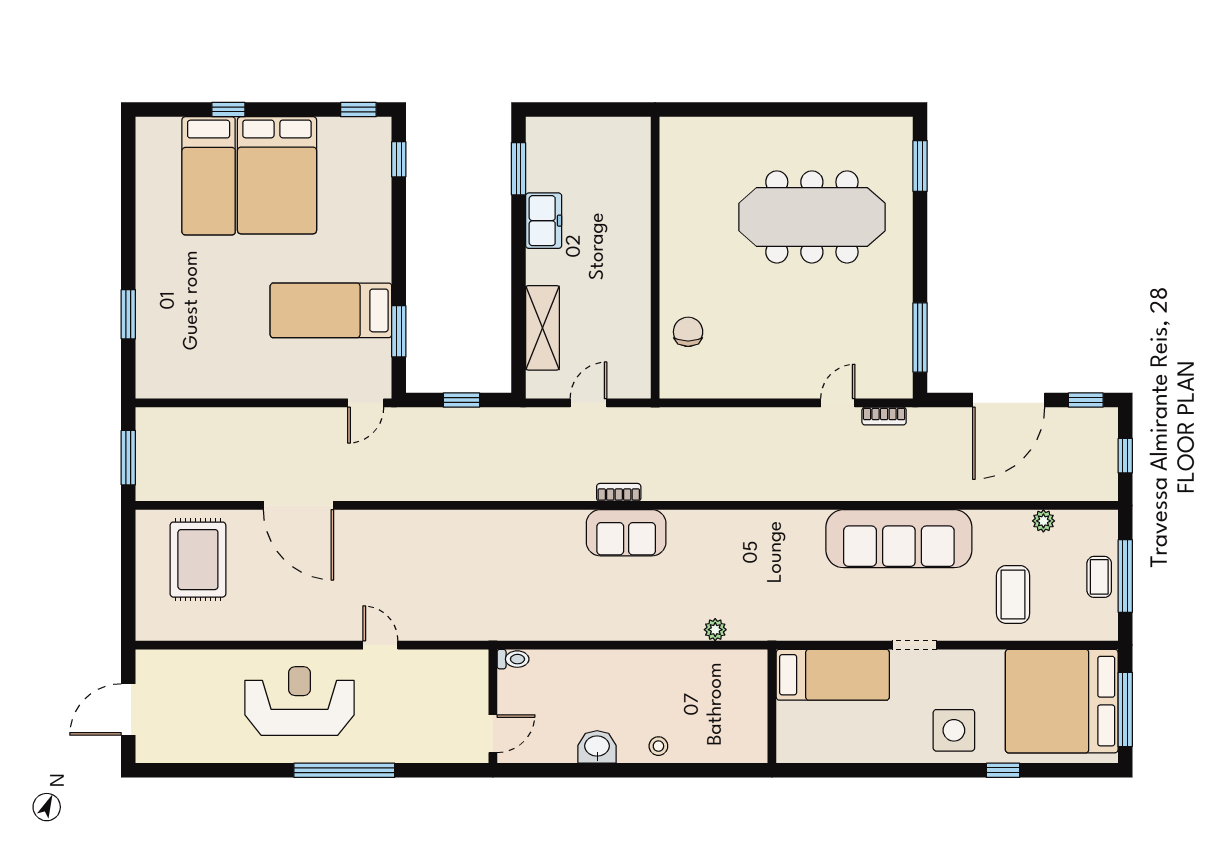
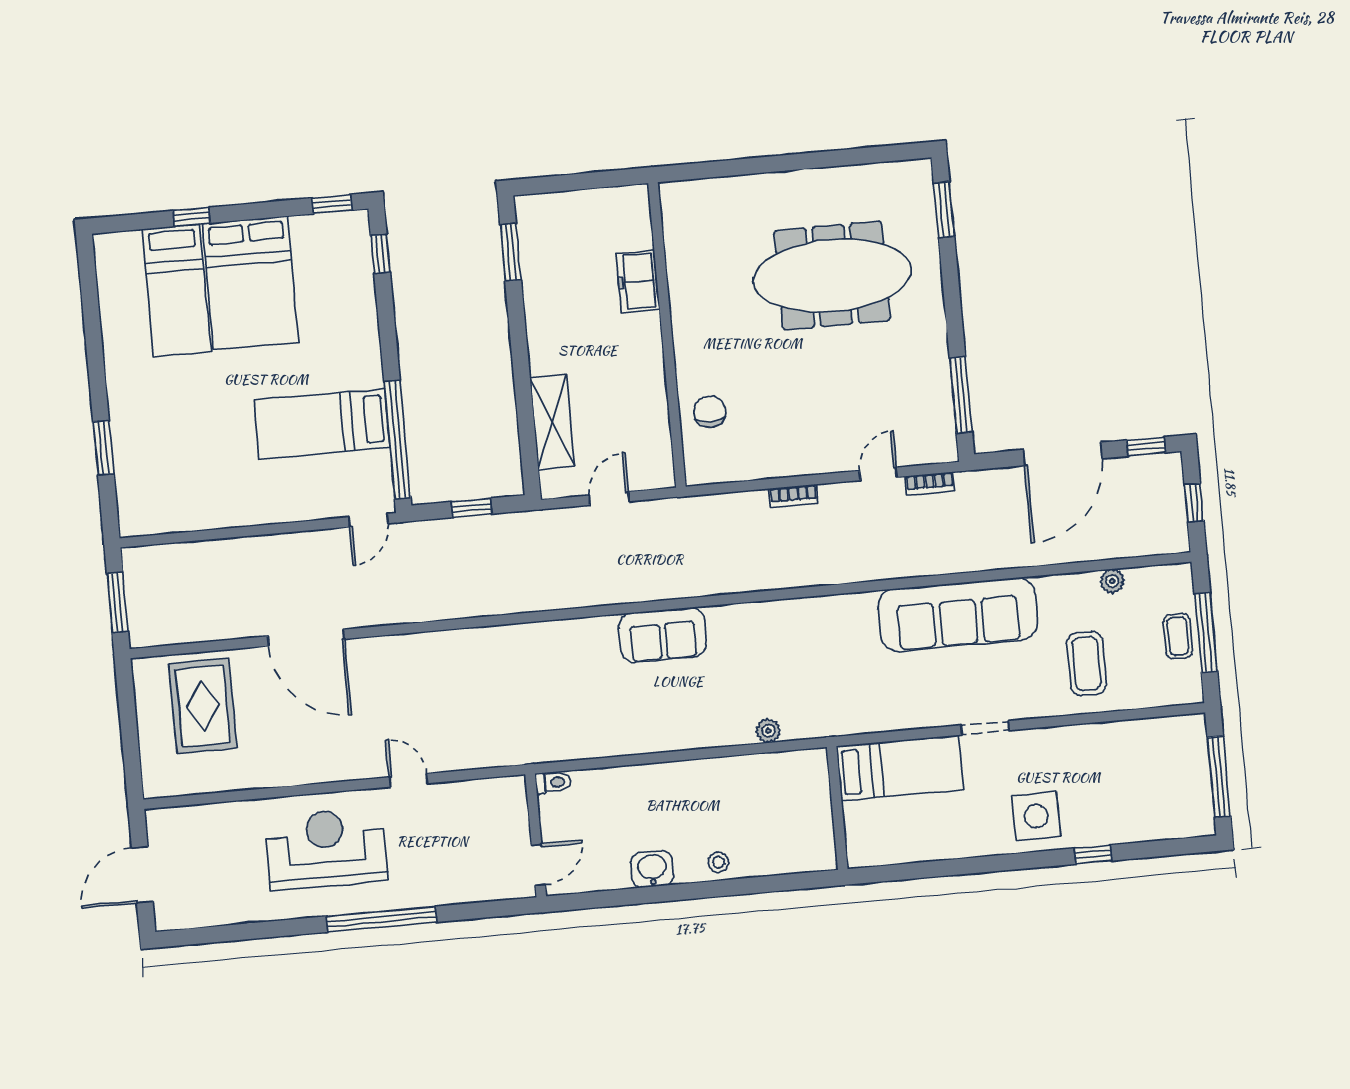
freezer: (544, 221) -> (638, 281), moved, turned 180
window: (399, 331) -> (397, 440), width x2.11
bookcase: (619, 492) -> (794, 496), moved, turned 180
bed: (1062, 701) -> (1150, 774), removed

